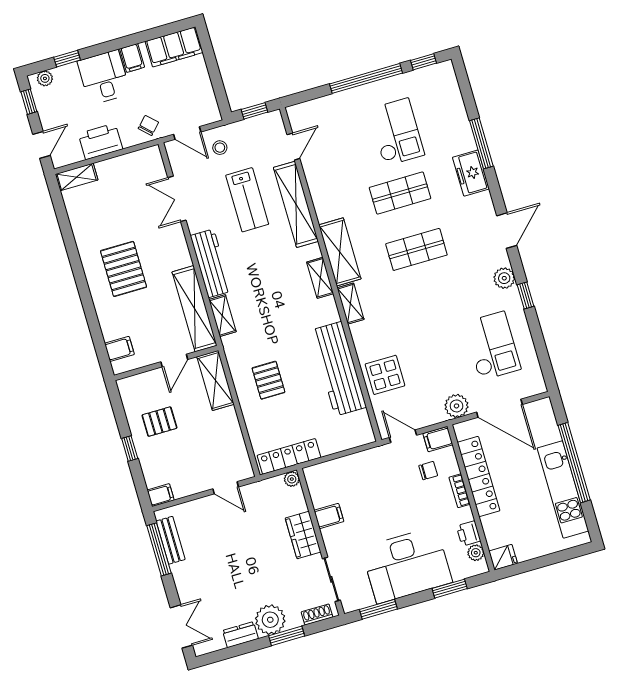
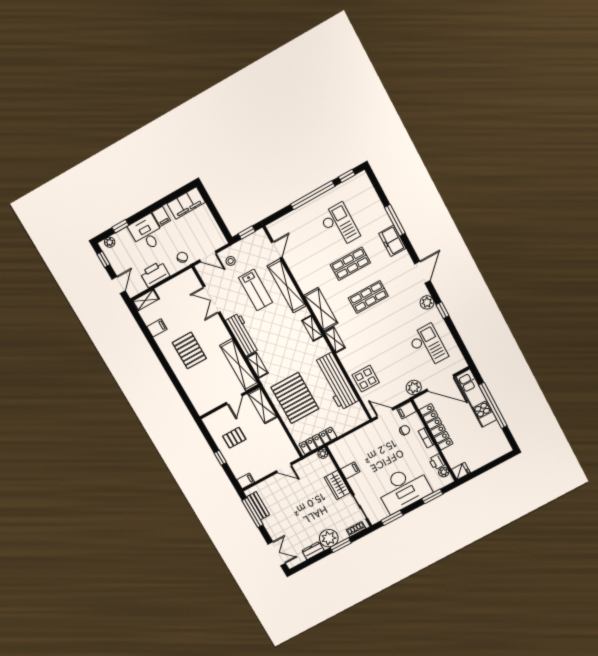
filing cabinet: (119, 349) -> (157, 328), moved
pallet: (268, 380) -> (295, 398), width x2.05, depth x2.00
kitchen unit: (563, 489) -> (476, 398), moved

